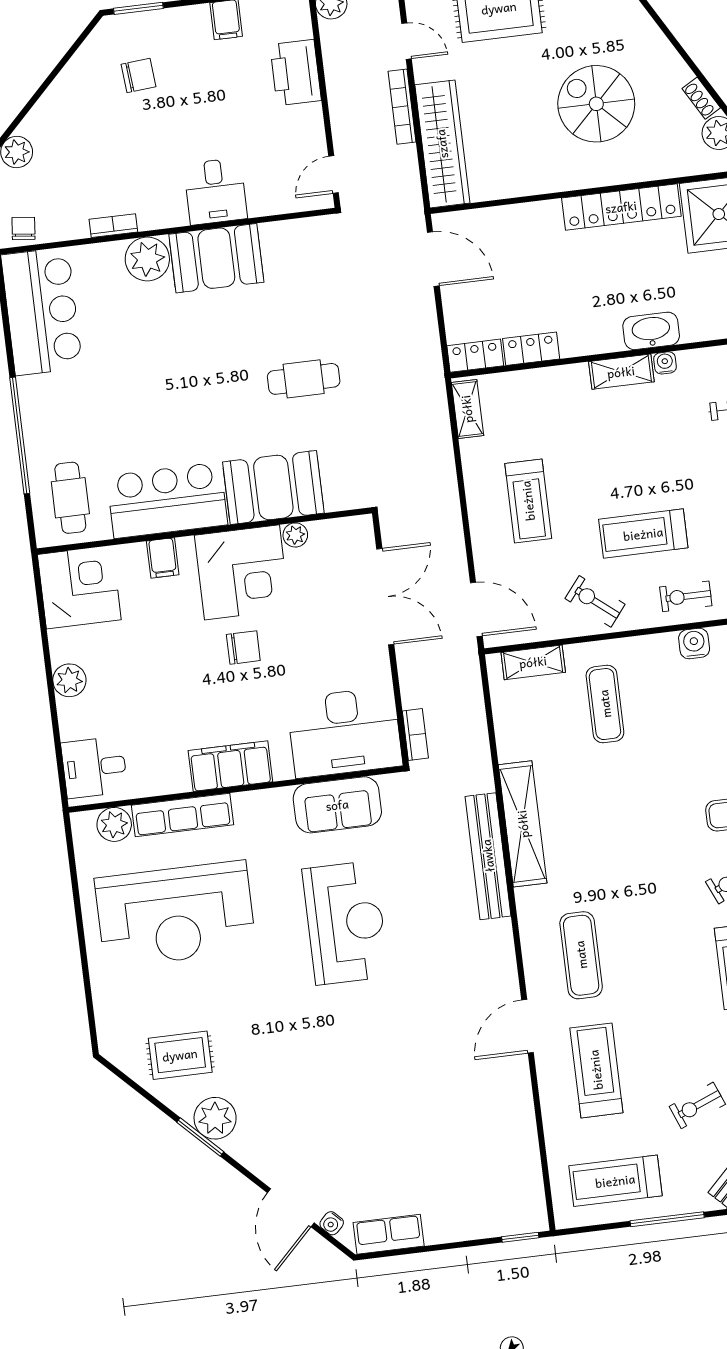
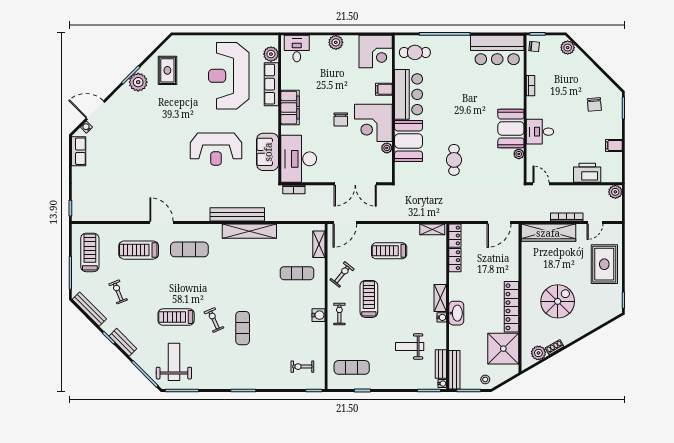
plant: (147, 259) -> (519, 154), moved, width x0.53, depth x0.53
treadmill: (596, 1070) -> (139, 250), turned 180

